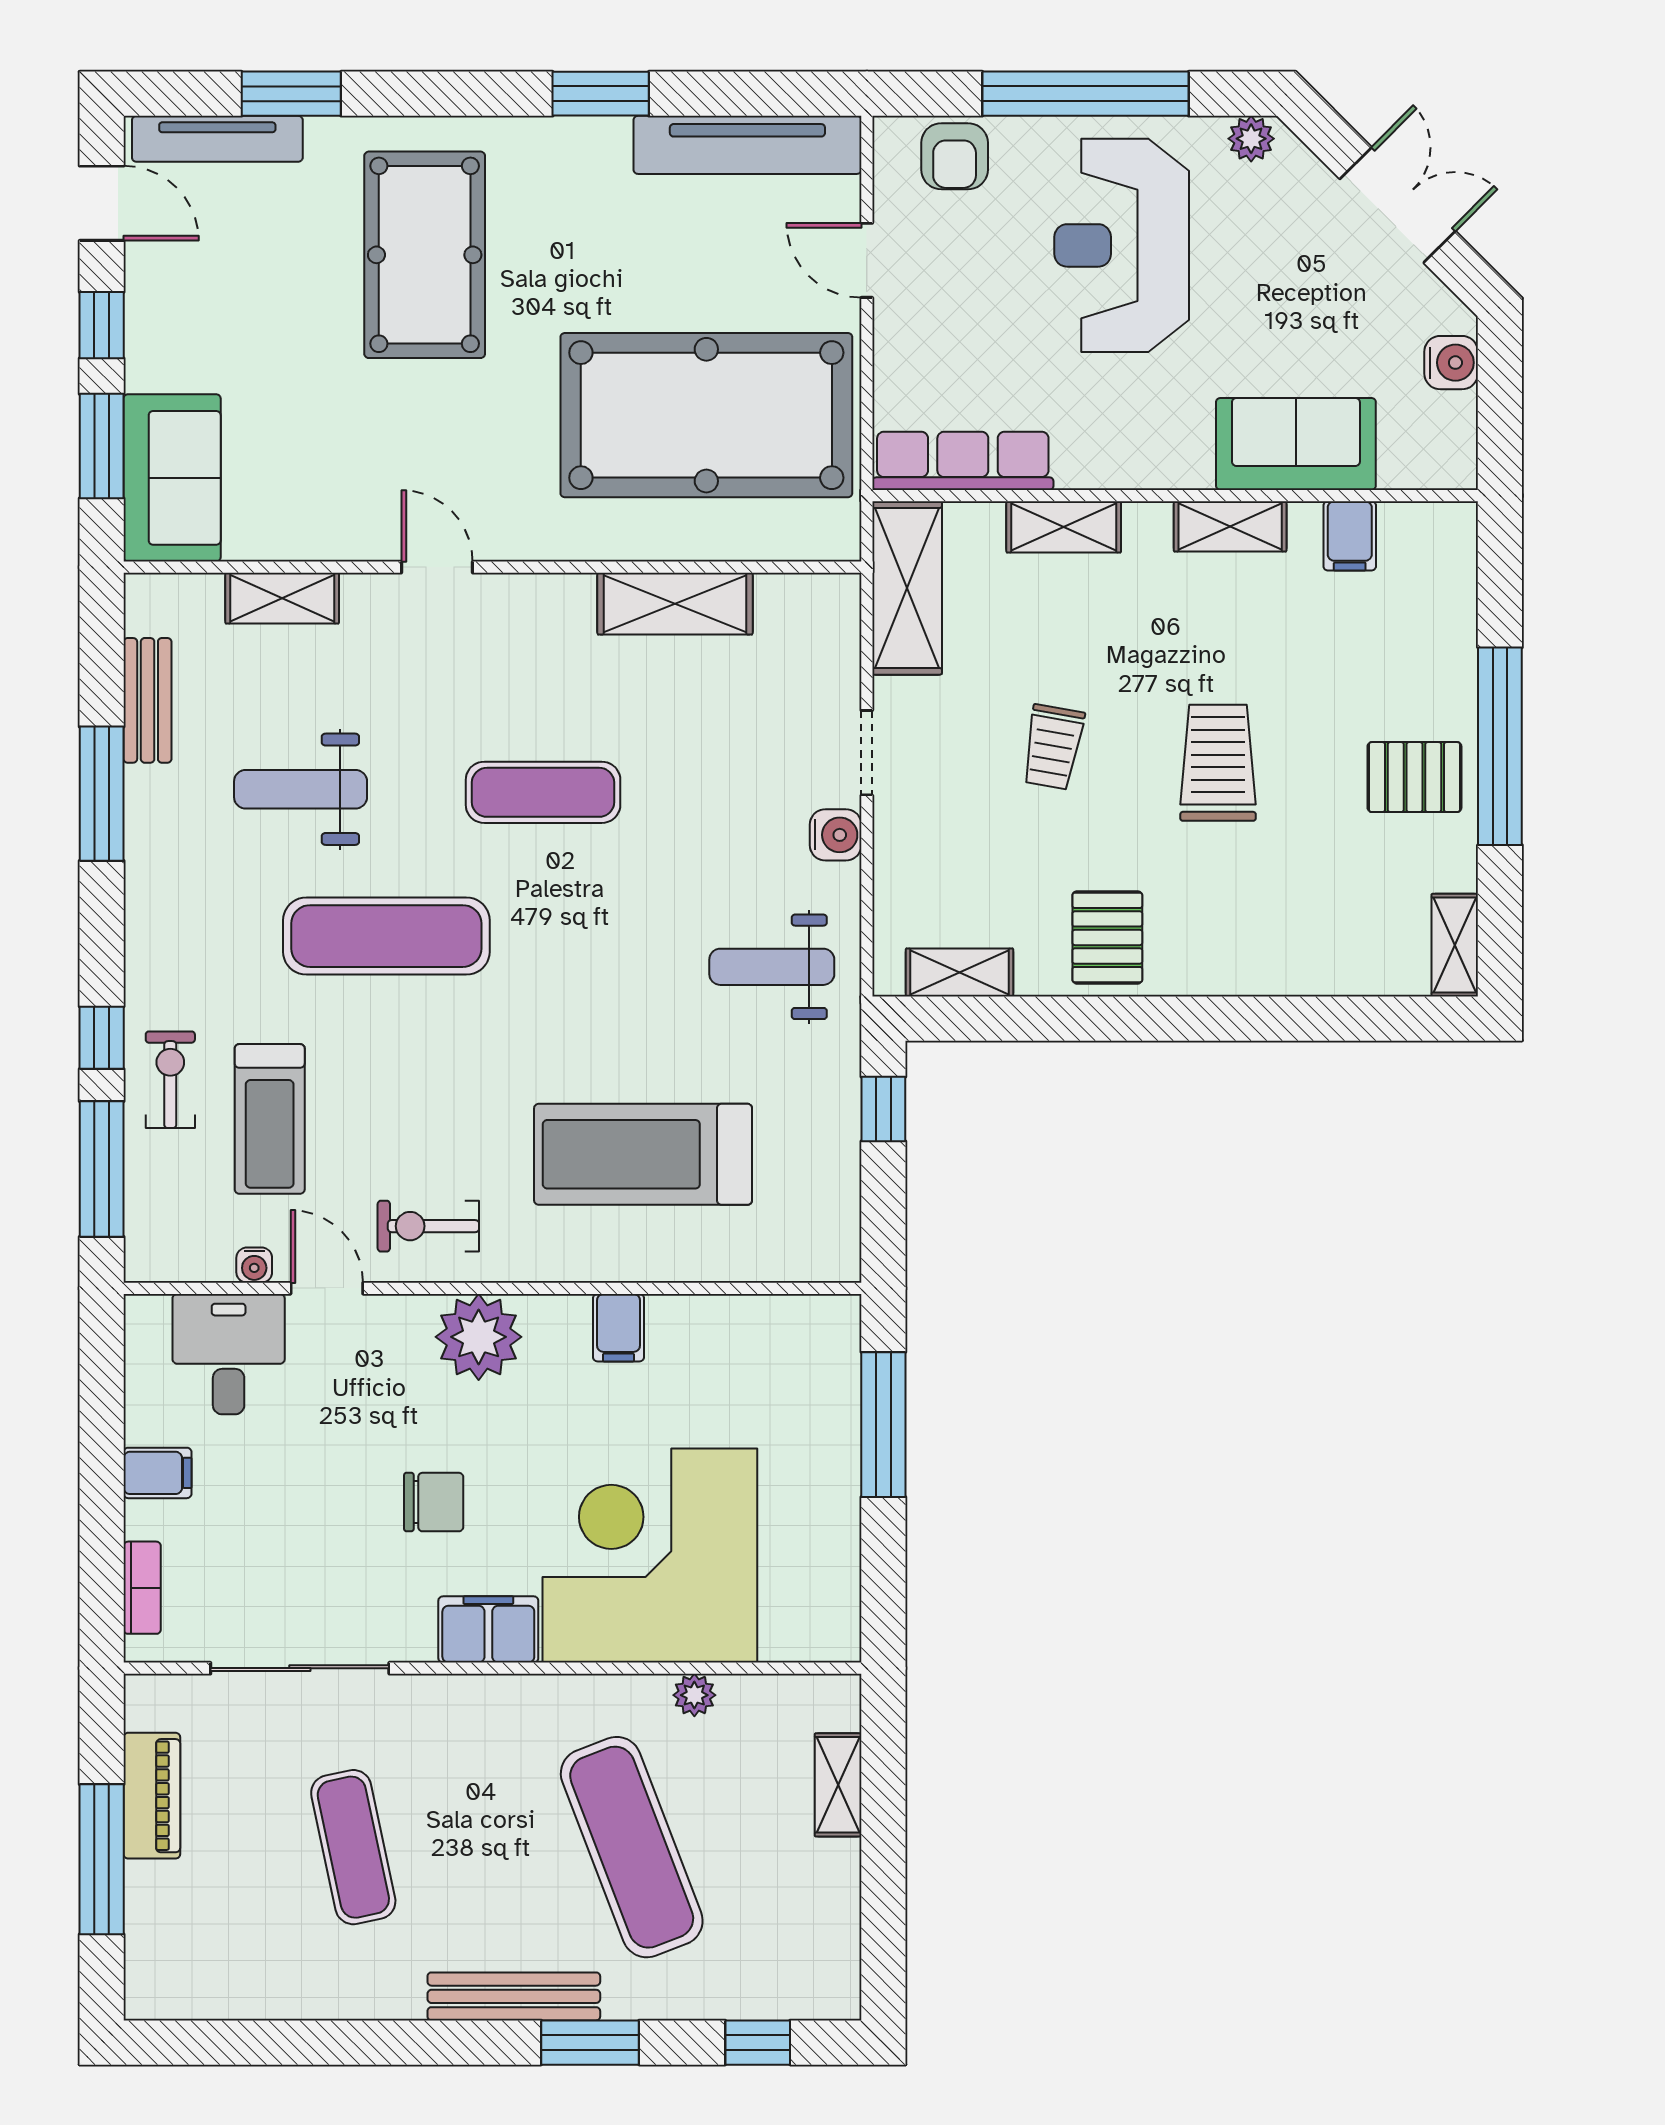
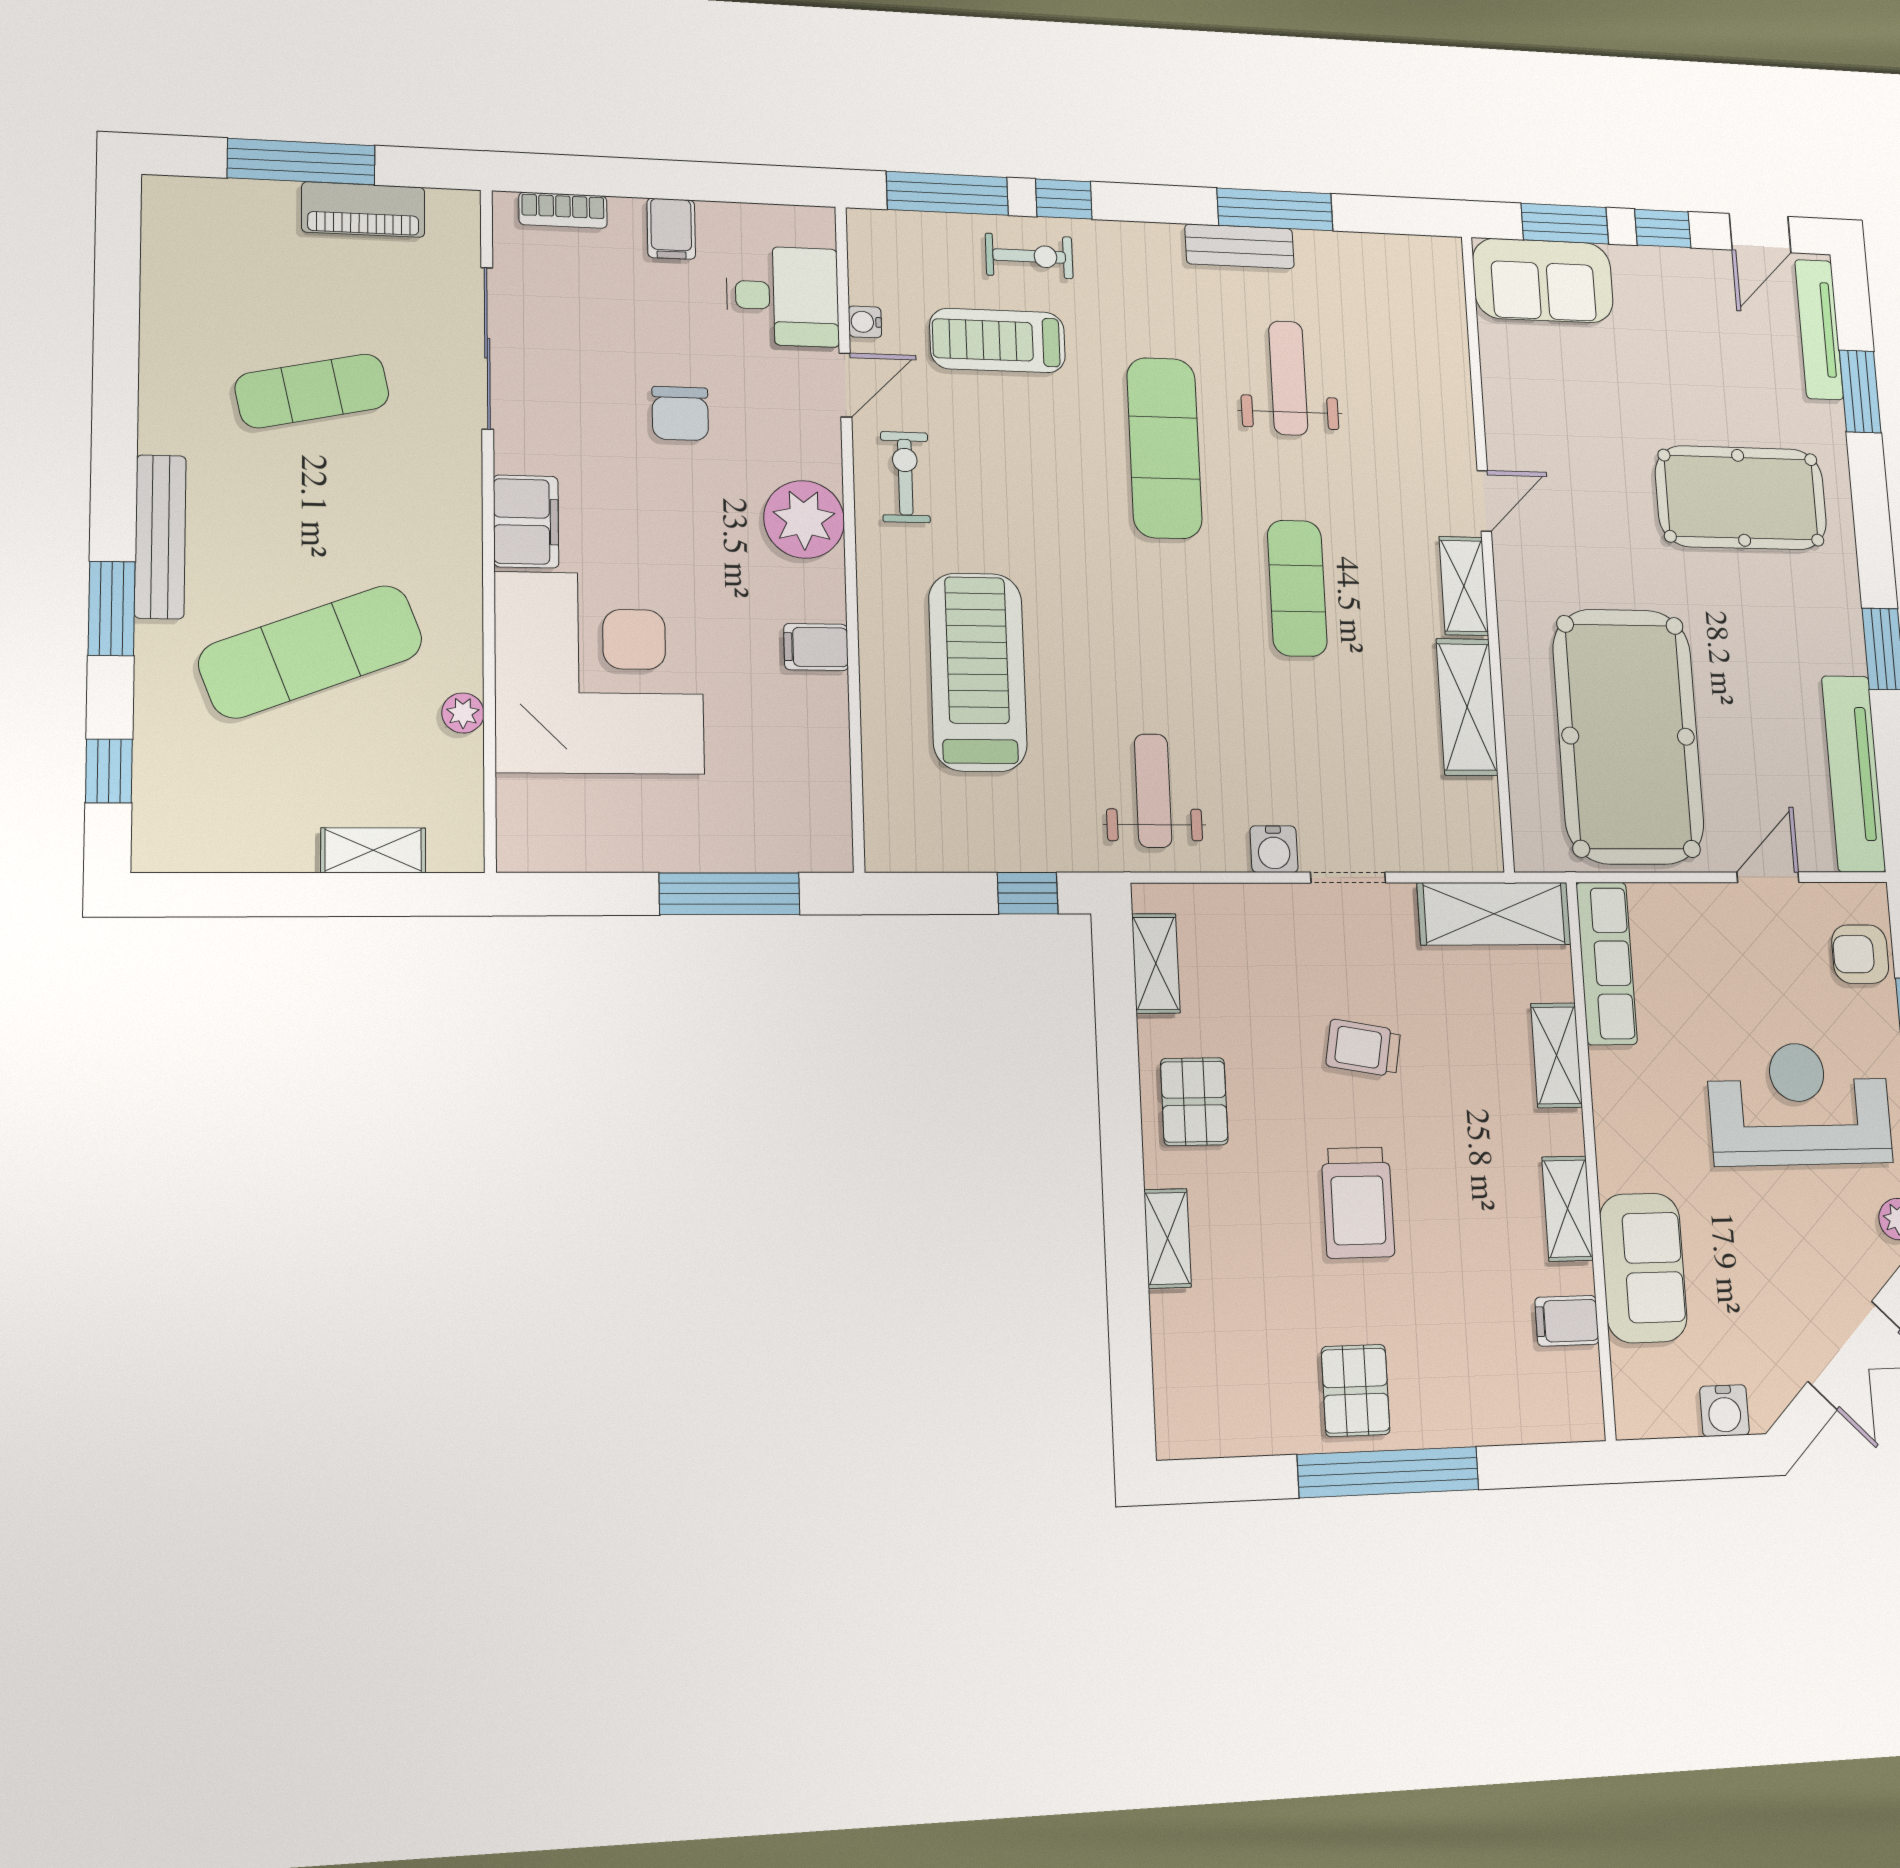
shelving: (282, 598) -> (1464, 586), moved
bench: (148, 700) -> (1240, 246), moved
trolley: (1218, 763) -> (1358, 1203), turned 90
pallet: (1107, 937) -> (1194, 1102), turned 90
shelving: (1455, 945) -> (1168, 1238), moved, turned 90
chair: (434, 1502) -> (680, 413), moved

